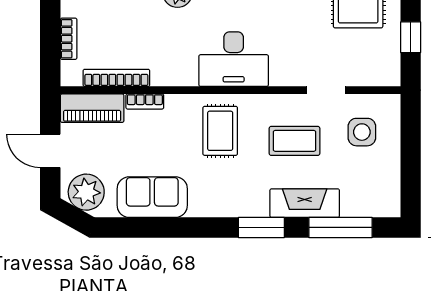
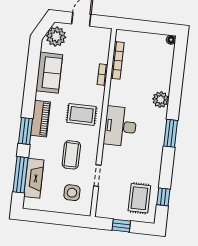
bookcase: (69, 39) -> (142, 36), removed
piano: (92, 108) -> (41, 119), moved, turned 180
fireplace: (305, 203) -> (34, 178), moved

